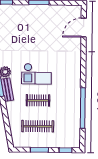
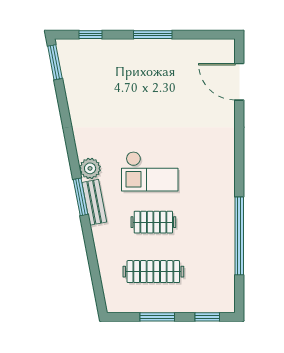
door: (84, 28) -> (239, 82), hinge flipped

